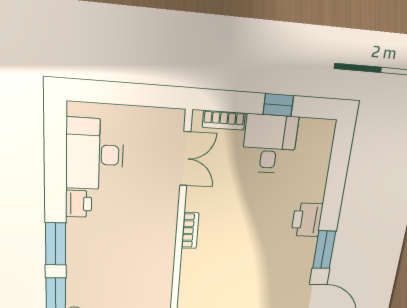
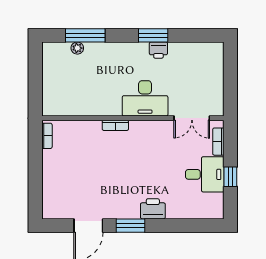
desk: (95, 154) -> (145, 98), moved, turned 180
bookcase: (190, 231) -> (115, 125), moved
window: (56, 244) -> (153, 35), moved

